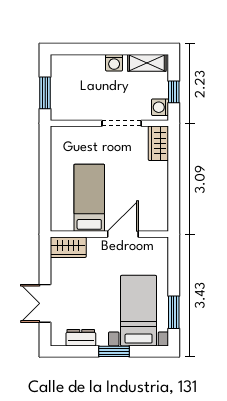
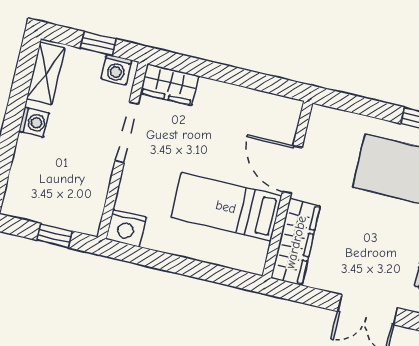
window: (45, 93) -> (55, 236), width x0.67
nightstand: (61, 137) -> (126, 228), added
wardrobe: (68, 247) -> (296, 242), width x1.50

